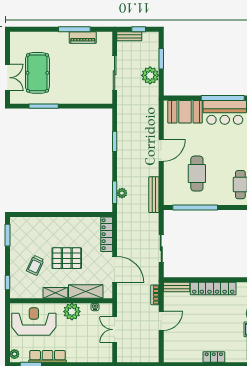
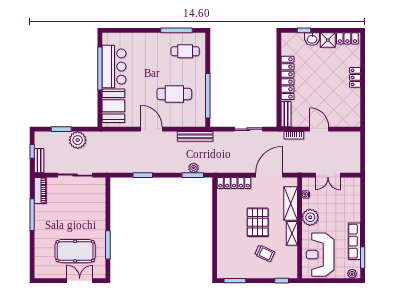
piano: (83, 37) -> (40, 190), moved

